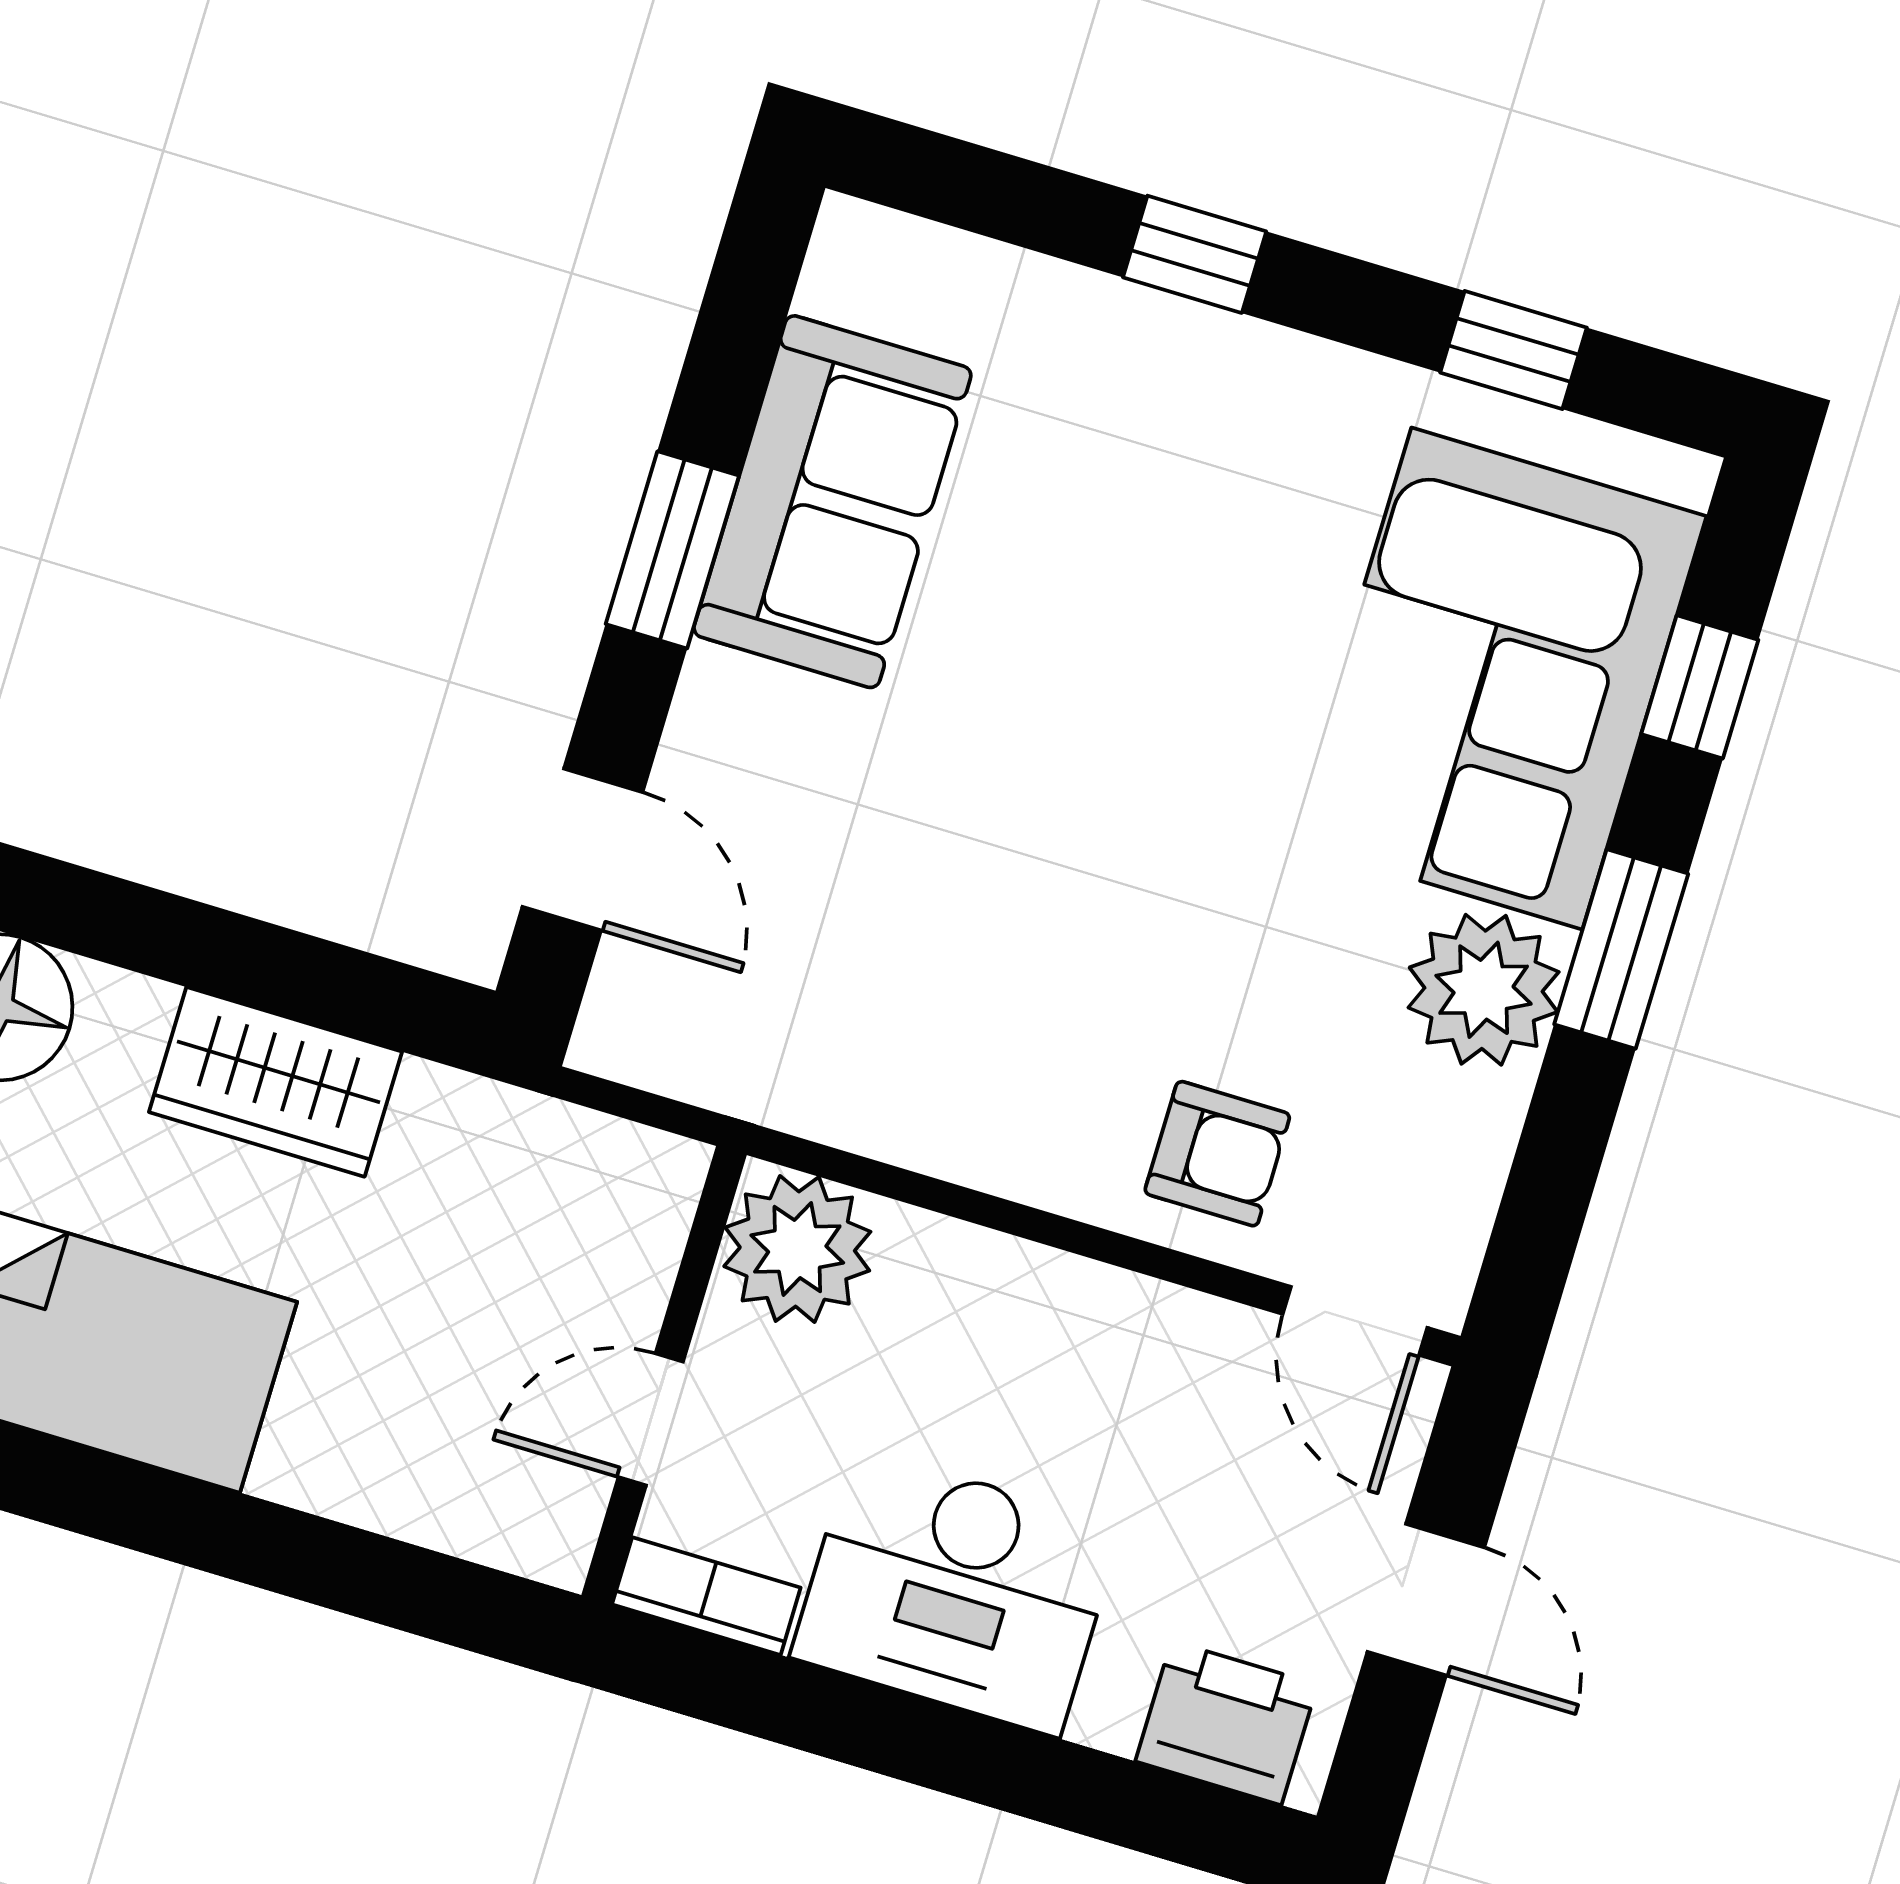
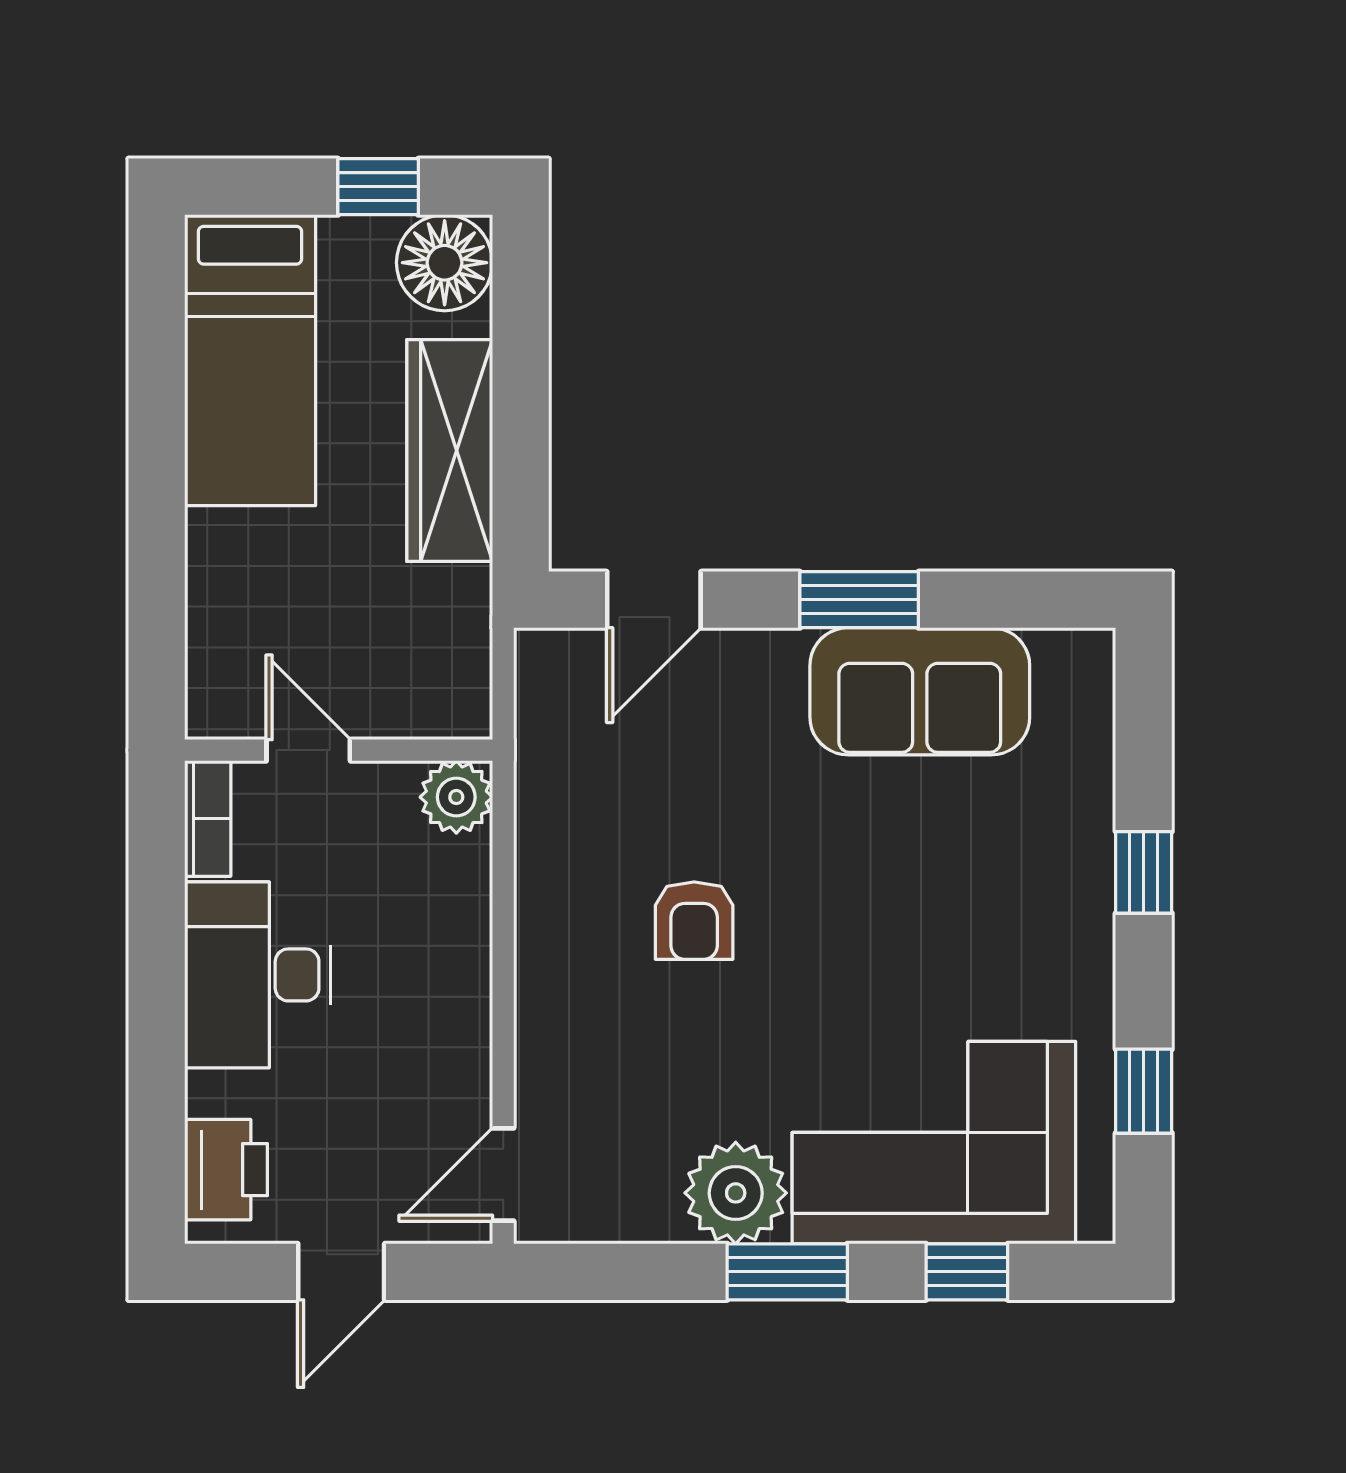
wardrobe: (275, 1082) -> (450, 450), width x1.50
armchair: (1217, 1154) -> (694, 921), moved
plant: (797, 1249) -> (456, 797), width x0.73, depth x0.73

